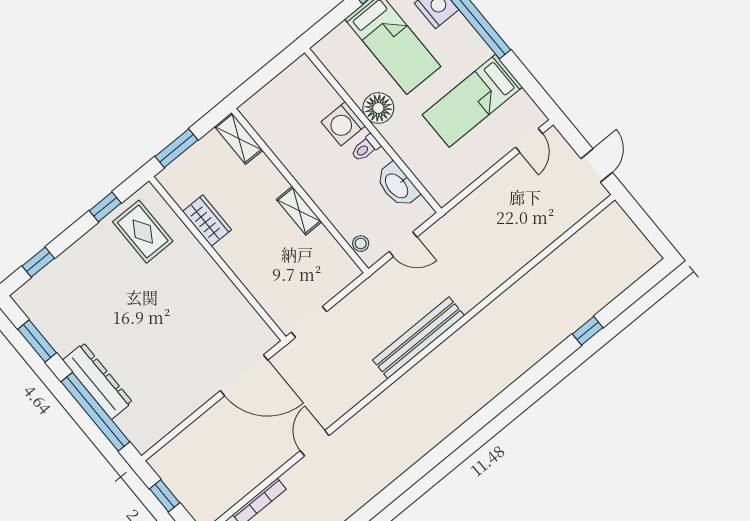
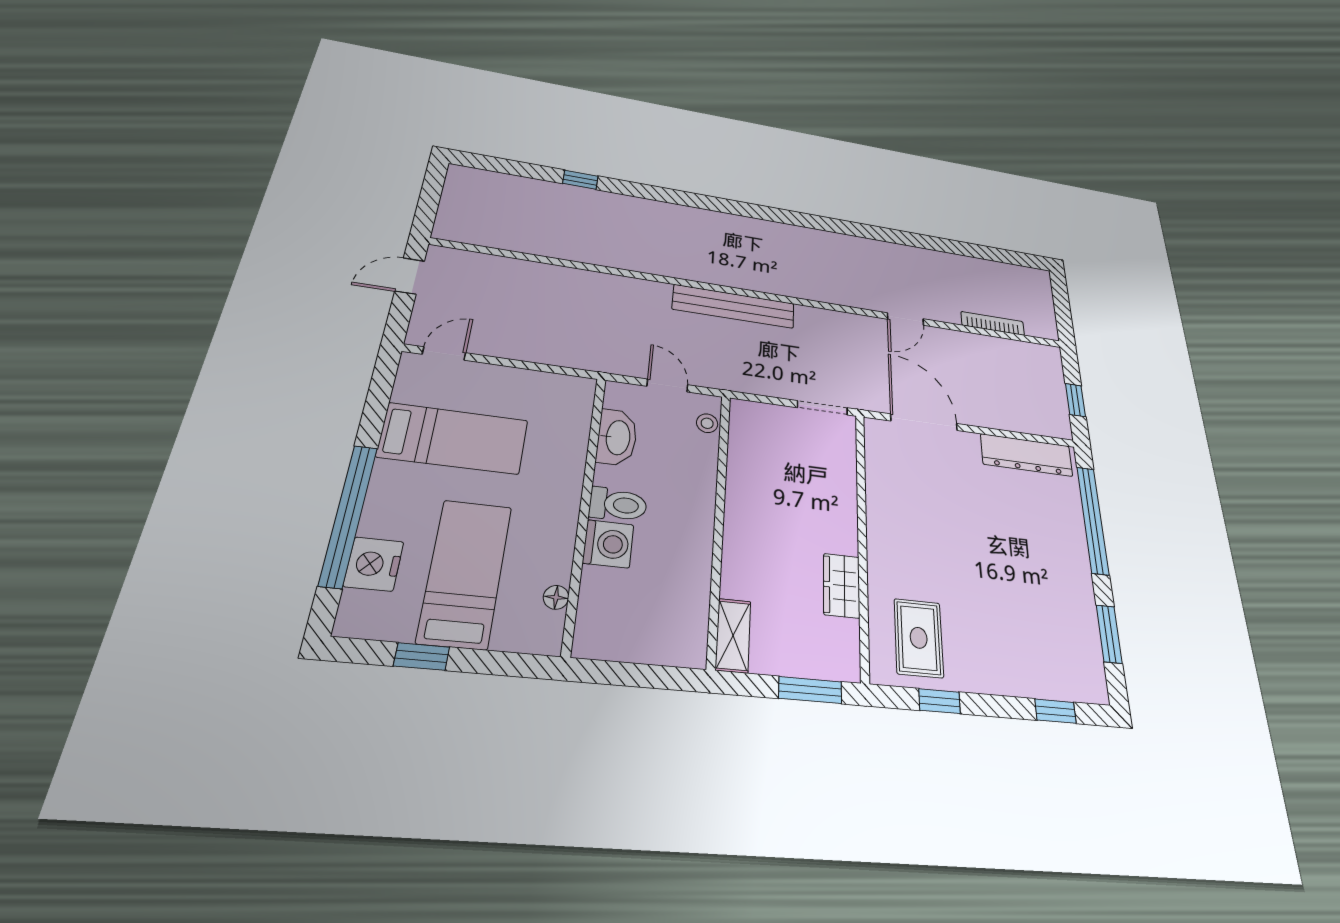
floor lamp: (378, 108) -> (556, 597), moved, width x0.53, depth x0.53
toilet: (366, 148) -> (618, 505), width x1.37, depth x1.39
shelving: (299, 211) -> (738, 507), removed
dresser: (97, 381) -> (1027, 455), moved, turned -90

